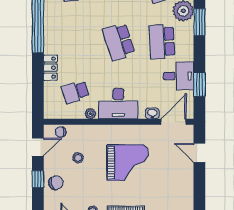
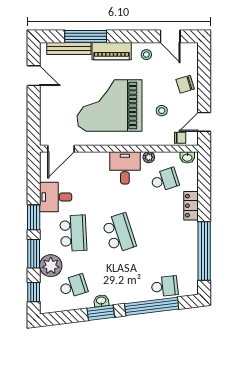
window: (199, 84) -> (34, 217), moved
desk: (118, 104) -> (125, 168), width x0.73
washbasin: (152, 113) -> (187, 157), moved
door: (199, 153) -> (34, 76), moved
grand piano: (128, 163) -> (109, 105), width x1.37, depth x1.48
window: (38, 179) -> (204, 88), removed

